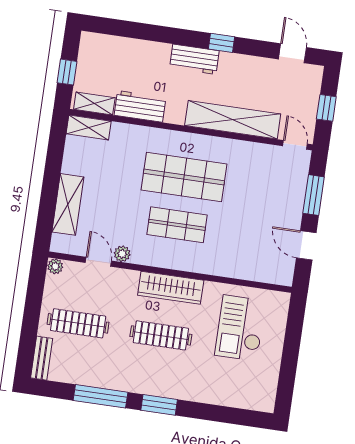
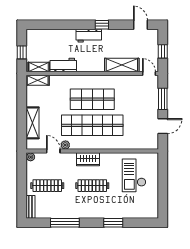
shelving: (233, 120) -> (122, 65), width x0.68
shop shelf: (177, 225) -> (92, 125), width x2.00, depth x1.36
door: (306, 245) -> (163, 126), swing flipped
wardrobe: (171, 288) -> (88, 159), width x0.67
window: (159, 405) -> (113, 223), moved

